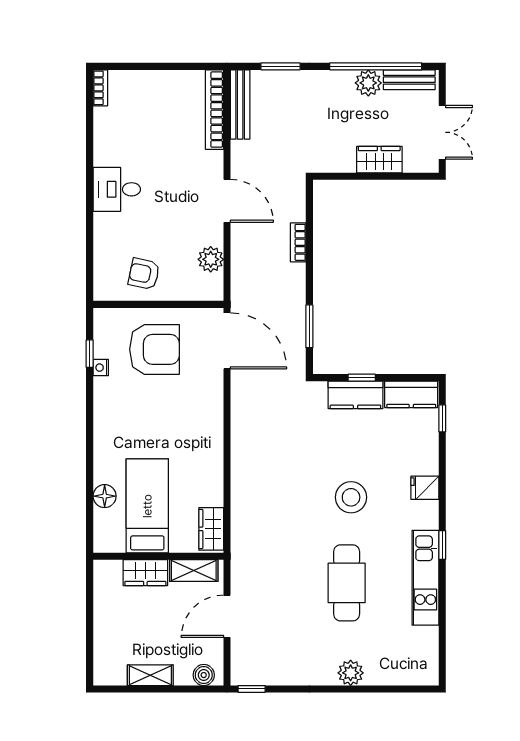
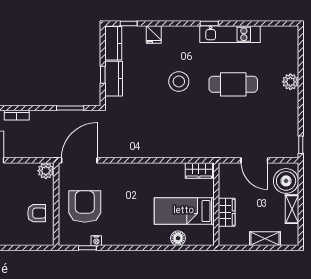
plant: (211, 259) -> (46, 171), moved
armchair: (144, 274) -> (37, 213), turned -102
fridge: (425, 488) -> (154, 35), moved
shelving: (194, 571) -> (265, 239), moved, turned 90
boiler: (204, 675) -> (286, 181), width x1.86, depth x1.86

